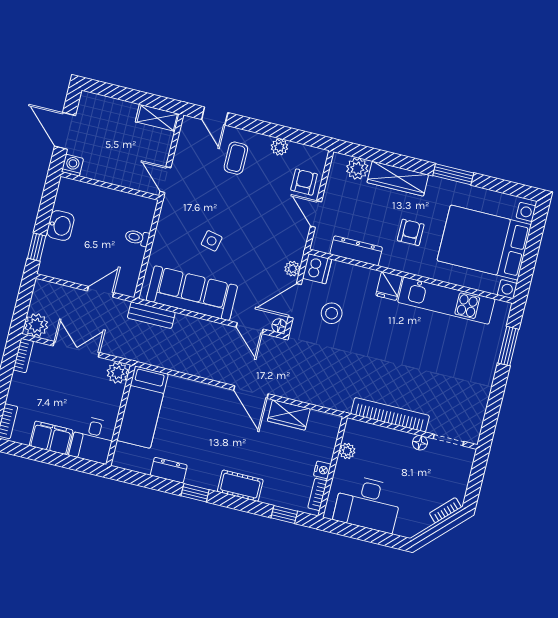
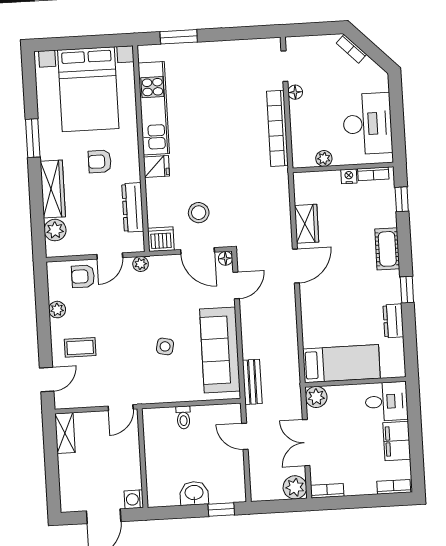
plant: (292, 269) -> (141, 264), moved

